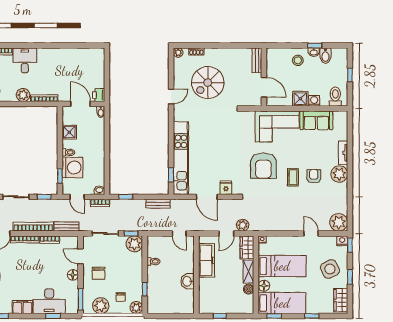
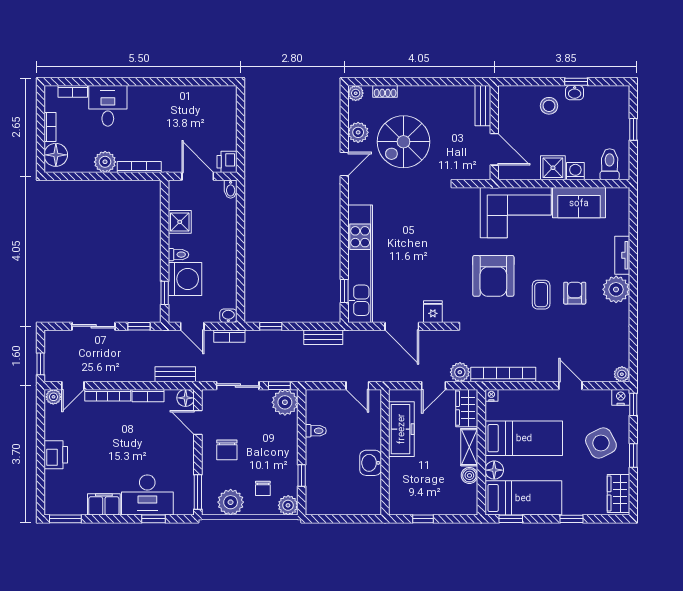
bidet: (325, 56) -> (594, 98), removed
plant: (180, 77) -> (358, 132), added
plant: (339, 222) -> (622, 374), width x0.53, depth x0.53
bookcase: (33, 227) -> (503, 375), moved
floor lamp: (73, 275) -> (186, 398), moved

